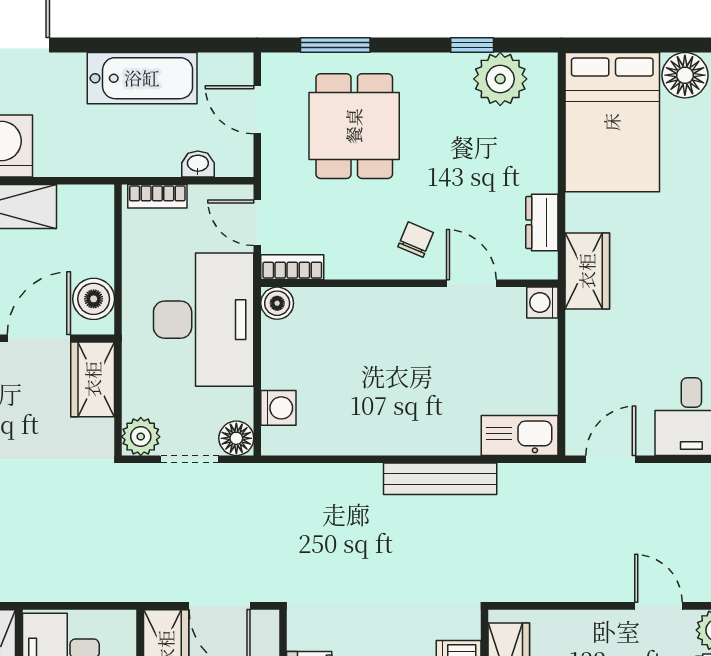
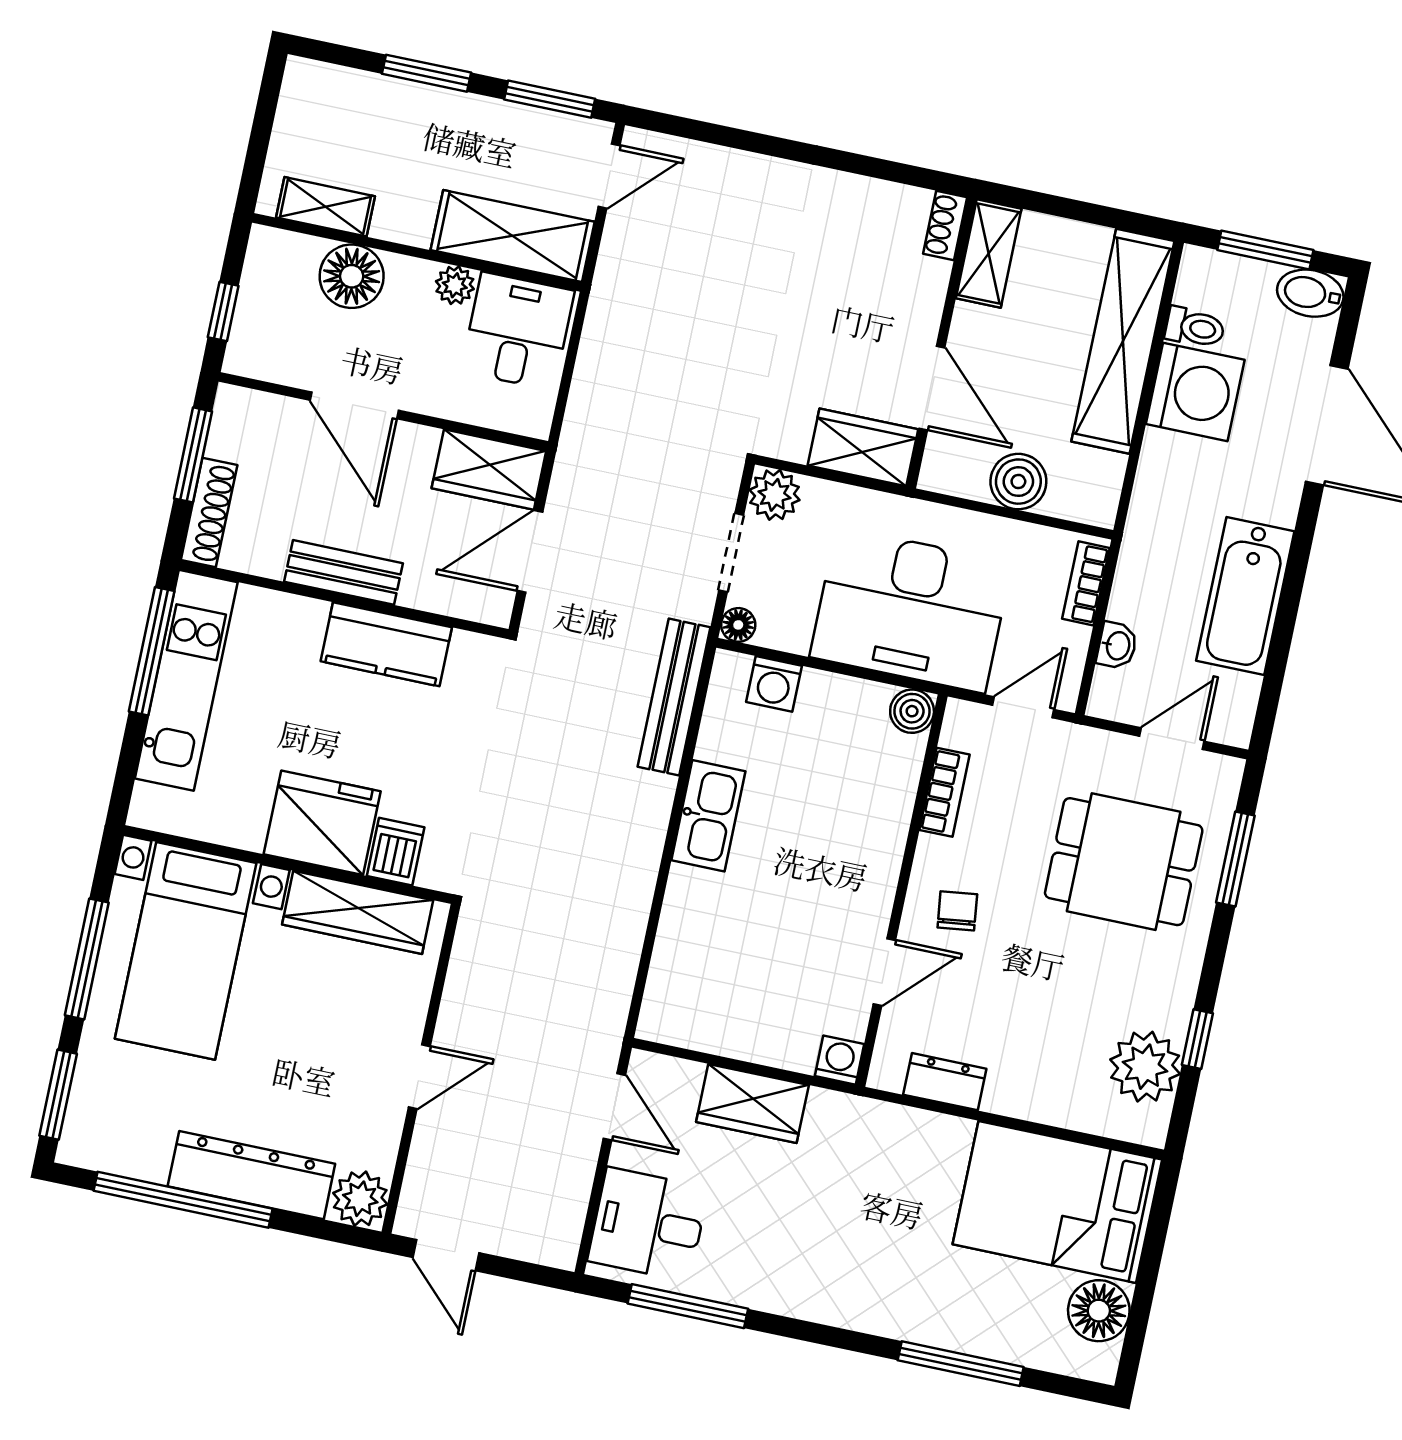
chair: (416, 240) -> (957, 911), turned -120
bookcase: (292, 267) -> (945, 792), moved
wardrobe: (587, 271) -> (752, 1103), moved
boiler: (94, 299) -> (1018, 482), moved
kitchen sink: (520, 435) -> (708, 816), moved
floor lamp: (236, 438) -> (738, 625), width x0.73, depth x0.73
bench: (440, 479) -> (674, 697), moved
door: (658, 606) -> (419, 1077), moved

